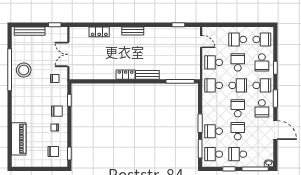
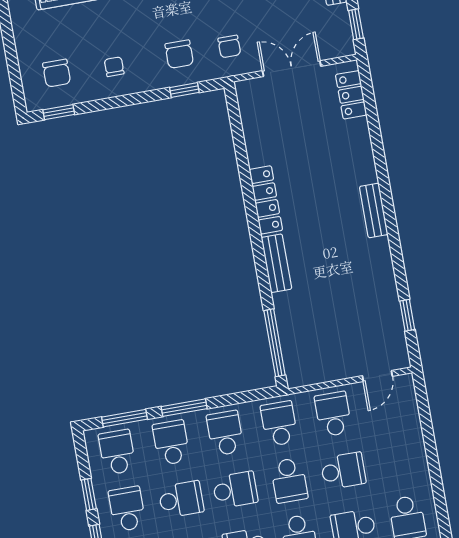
locker: (99, 32) -> (351, 95), moved
school desk: (238, 39) -> (225, 433), moved
locker: (126, 75) -> (266, 200), width x1.53
chair: (57, 111) -> (179, 54), moved

